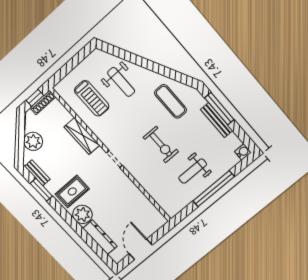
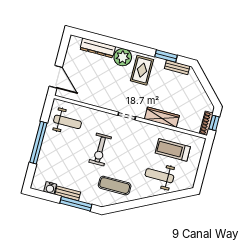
bench: (217, 120) -> (68, 193), width x0.73
plant: (33, 141) -> (195, 89), removed
exercise bike: (161, 145) -> (100, 150), turned -90
water cooler: (243, 152) -> (50, 188), moved
weight bench: (193, 171) -> (67, 122), moved, turned 90
door: (141, 249) -> (56, 77), moved

